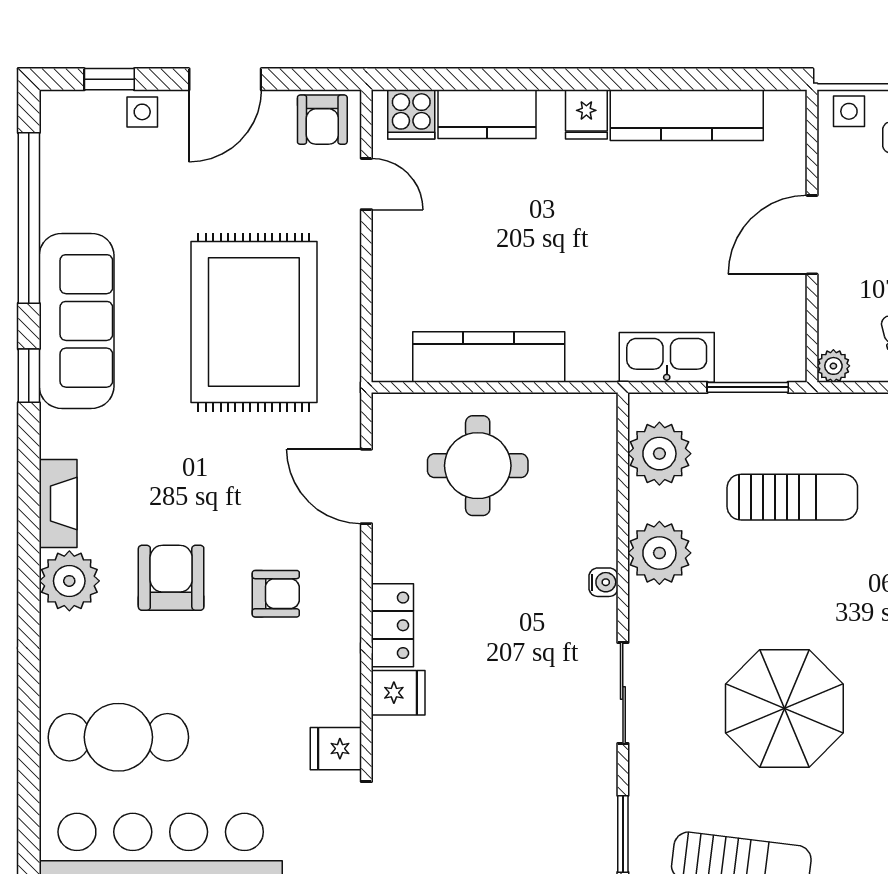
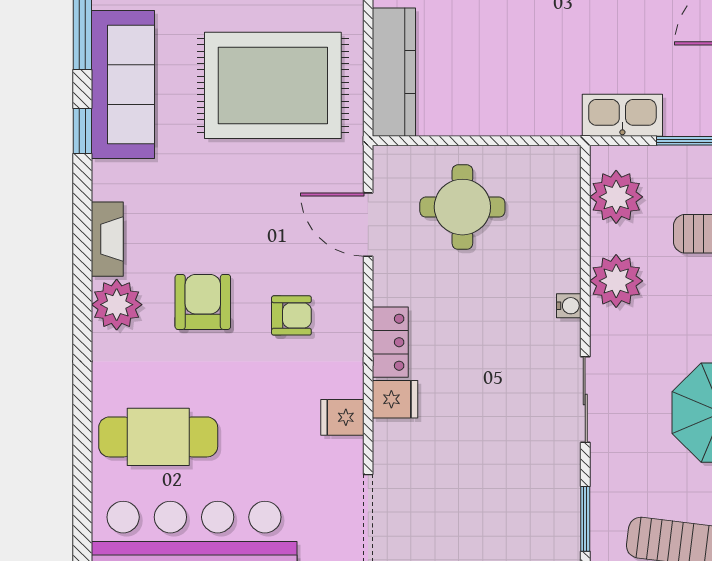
rug: (254, 322) -> (273, 85), turned 90
kitchen counter: (489, 357) -> (394, 72), moved, turned 90
fridge: (336, 749) -> (342, 417), moved

